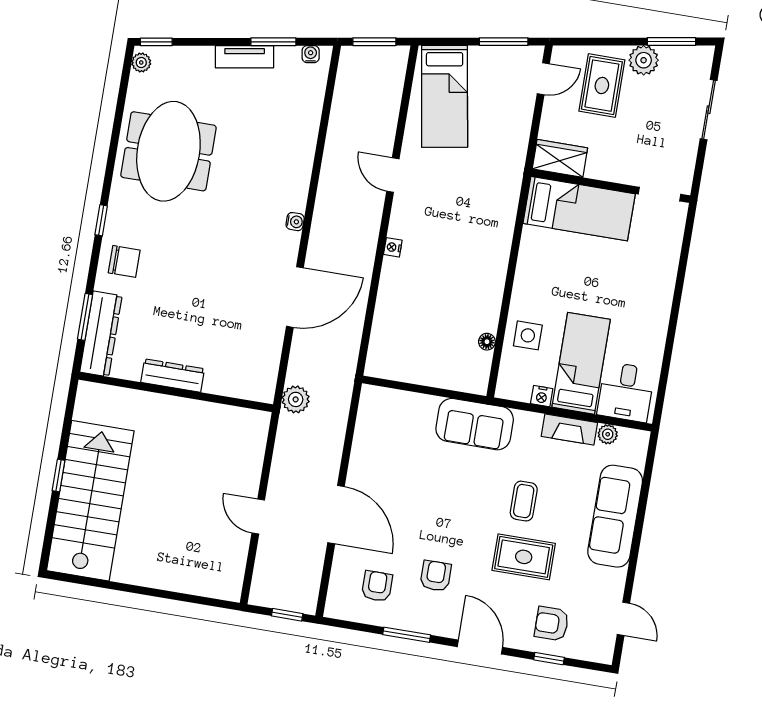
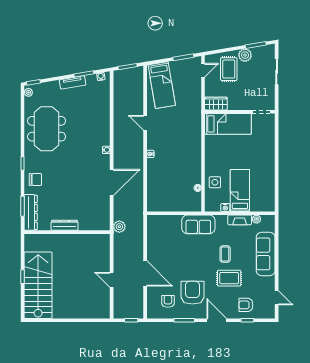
desk: (626, 392) -> (261, 200), removed
armchair: (436, 576) -> (193, 293), width x1.88, depth x1.88

